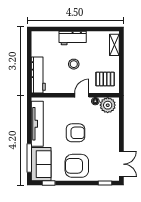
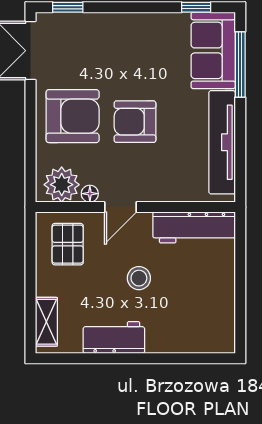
workbench: (73, 38) -> (114, 337), moved
workbench: (38, 75) -> (194, 227), moved, turned -90
pallet: (105, 79) -> (68, 244), turned 90
armchair: (77, 166) -> (73, 116), moved

